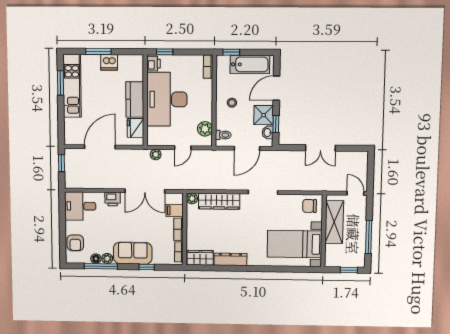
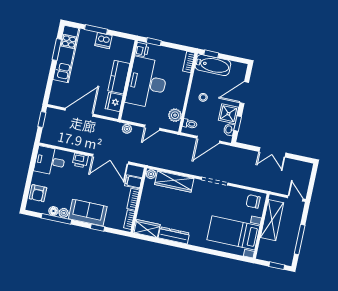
bathtub: (250, 64) -> (213, 65), moved

